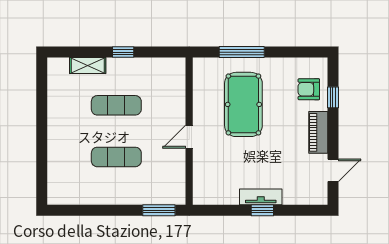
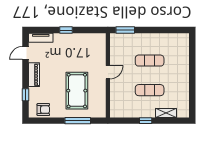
armchair: (309, 89) -> (43, 110), moved
tv unit: (261, 197) -> (41, 38), moved

